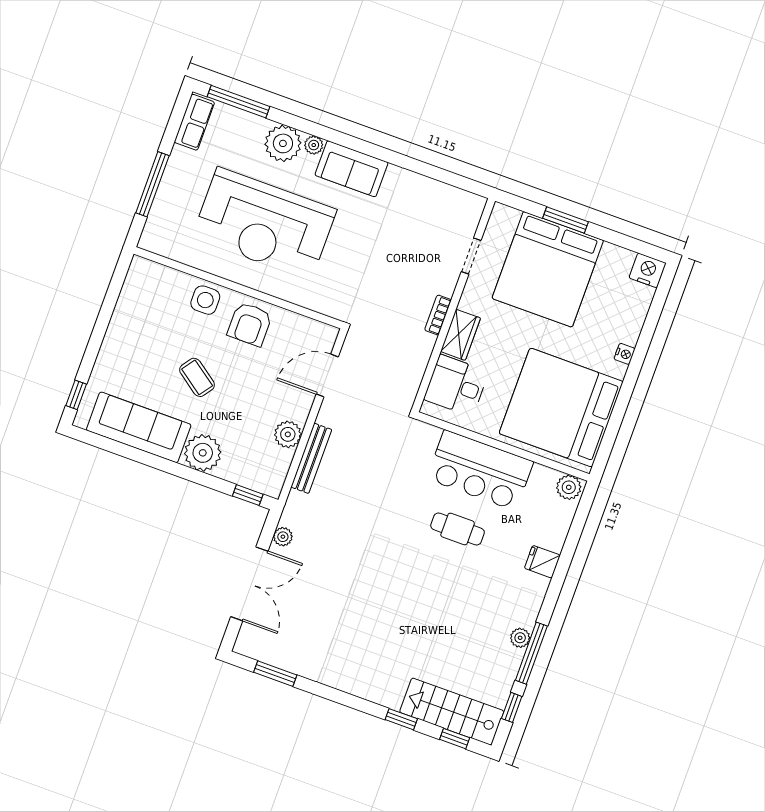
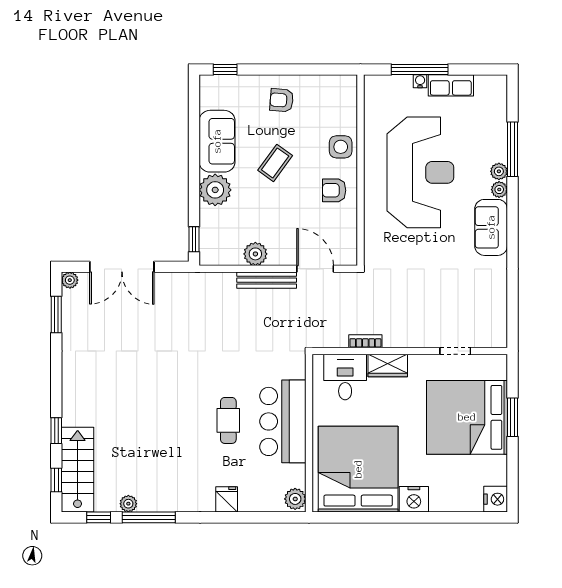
window: (239, 102) -> (512, 149), moved
row of seats: (194, 122) -> (451, 85), moved
plant: (283, 143) -> (499, 171), width x0.53, depth x0.53
water cooler: (165, 188) -> (420, 81), added
reception desk: (264, 224) -> (420, 172), turned 180
bookcase: (438, 315) -> (365, 341), moved
armchair: (250, 324) -> (334, 190), width x0.72, depth x0.72
armchair: (132, 346) -> (282, 100), added
nightstand: (625, 354) -> (414, 499), width x1.89, depth x1.79
sofa: (139, 427) -> (217, 141), width x0.73
bench: (311, 458) -> (267, 280), moved
plant: (283, 537) -> (70, 280), moved
plant: (520, 638) -> (128, 504), moved

